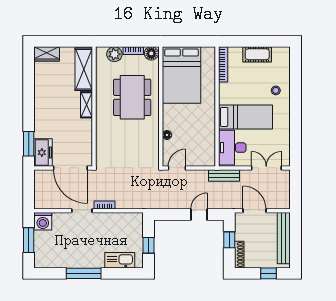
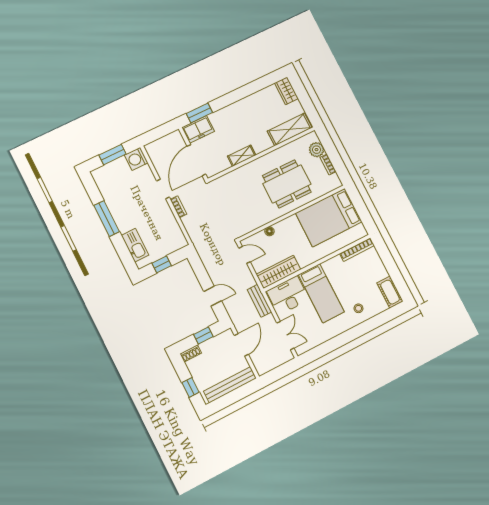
floor lamp: (151, 53) -> (334, 182), removed
cot: (257, 54) -> (390, 292), moved
shelving: (86, 105) -> (242, 156), moved
wardrobe: (207, 145) -> (278, 272), added
shoe rack: (239, 255) -> (191, 353), width x0.70

